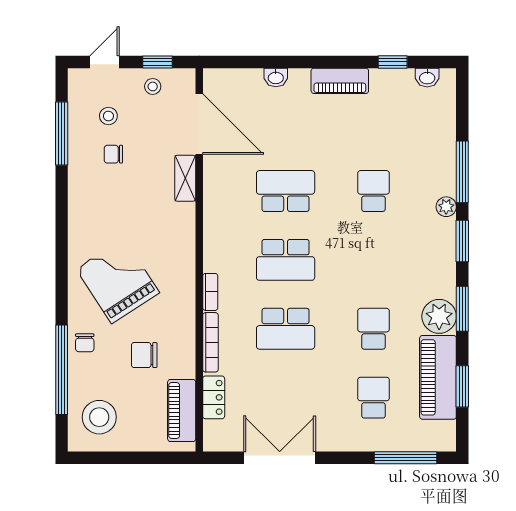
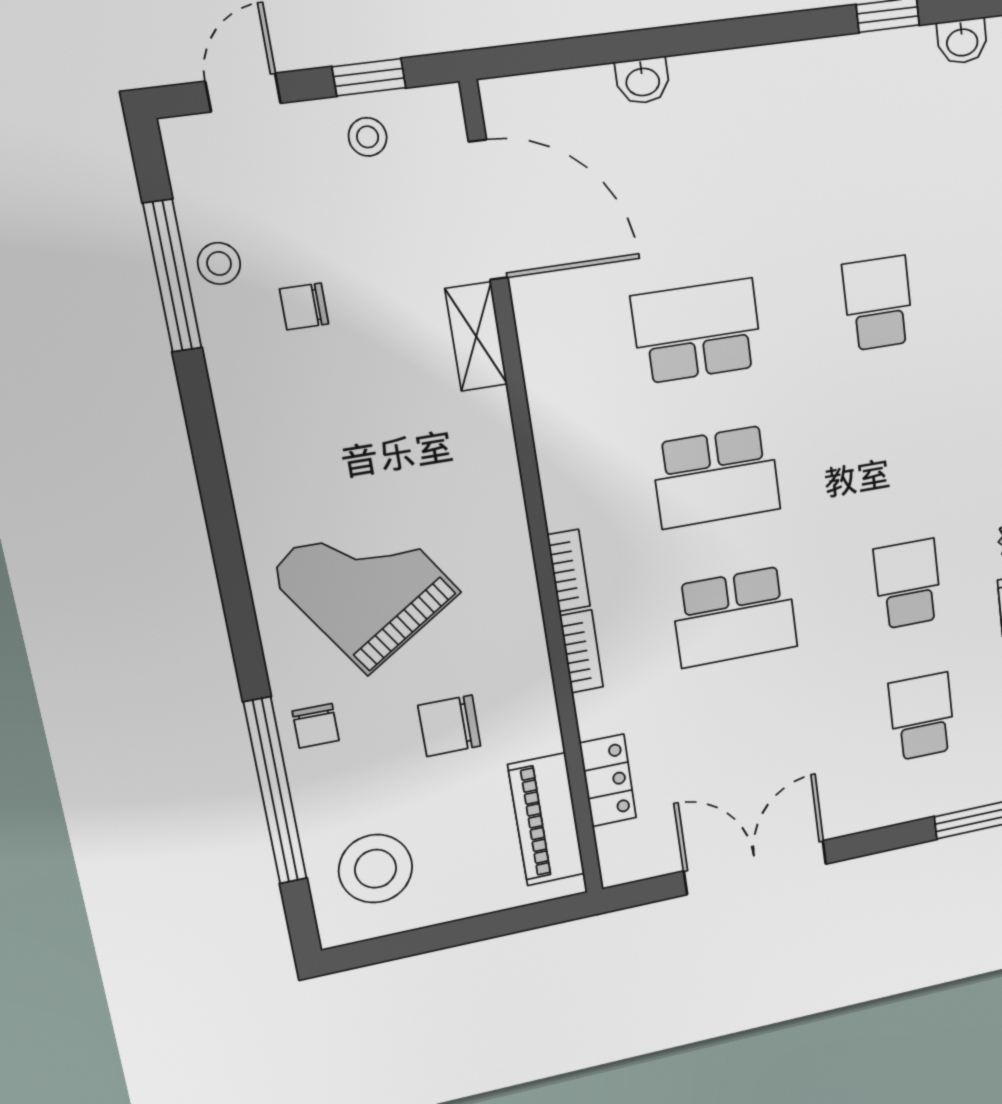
piano: (340, 81) -> (782, 71), removed
stool: (108, 116) -> (219, 263), moved
bookcase: (210, 342) -> (582, 651), width x0.64

